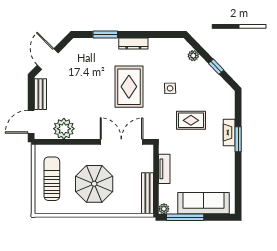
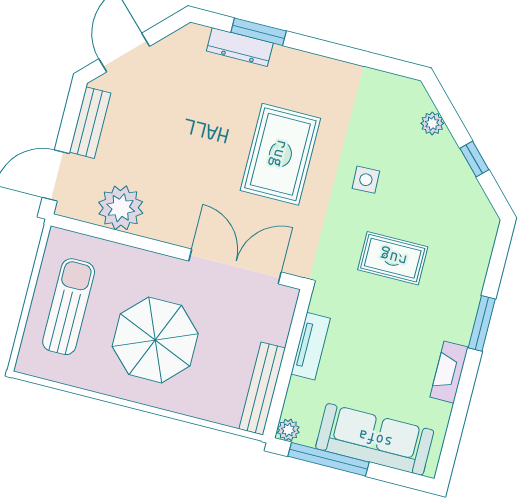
dresser: (133, 43) -> (240, 47), moved
fireplace: (229, 133) -> (449, 372), moved

